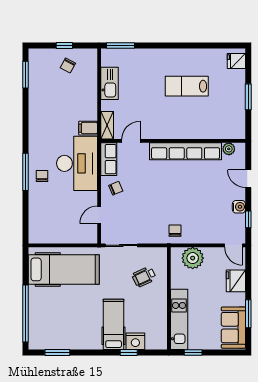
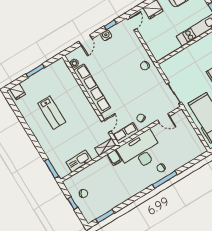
door: (131, 141) -> (106, 126), swing flipped
plant: (193, 258) -> (155, 45), removed
wheelchair: (144, 277) -> (185, 67), removed

